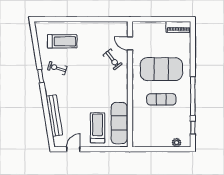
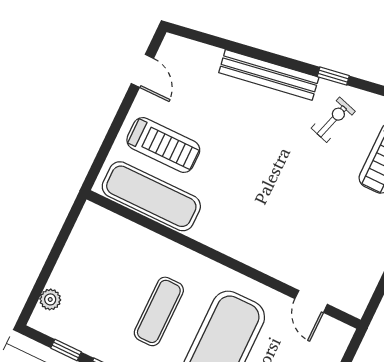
door: (130, 43) -> (311, 301), swing flipped
exercise bike: (113, 59) -> (295, 248), removed
bench: (54, 116) -> (269, 75), moved

